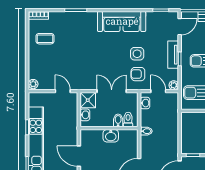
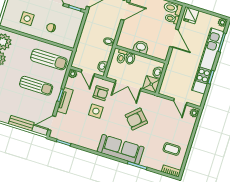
sofa: (122, 21) -> (121, 149), moved
armchair: (92, 59) -> (136, 119), added
door: (63, 91) -> (180, 102), moved

